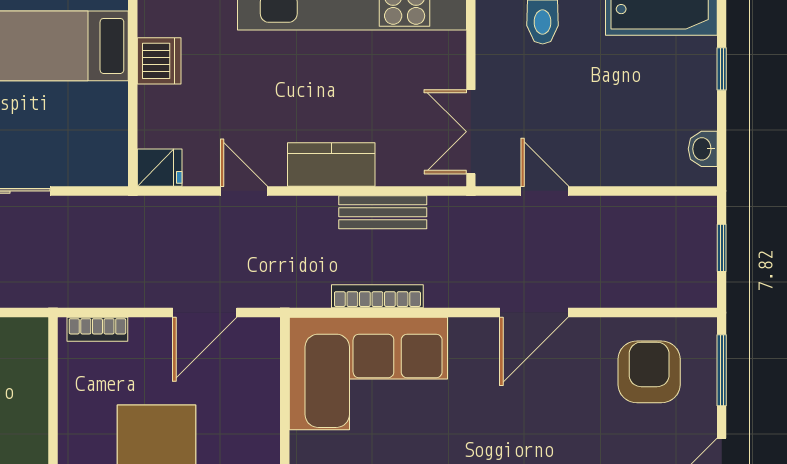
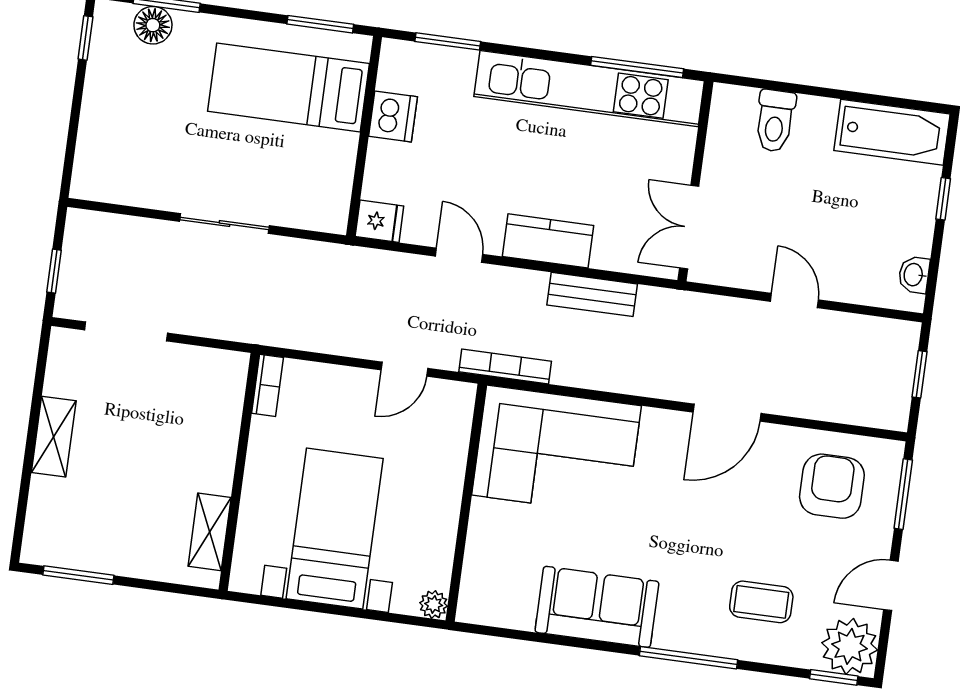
door: (545, 191) -> (794, 301), moved
bookcase: (377, 296) -> (505, 367), moved
door: (205, 313) -> (404, 369), width x0.73
bookcase: (97, 329) -> (267, 385), moved, turned -90

